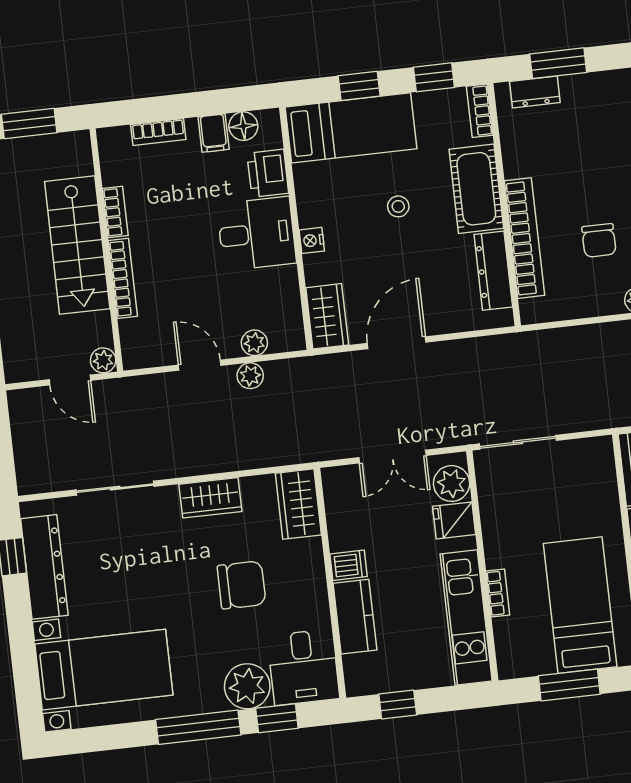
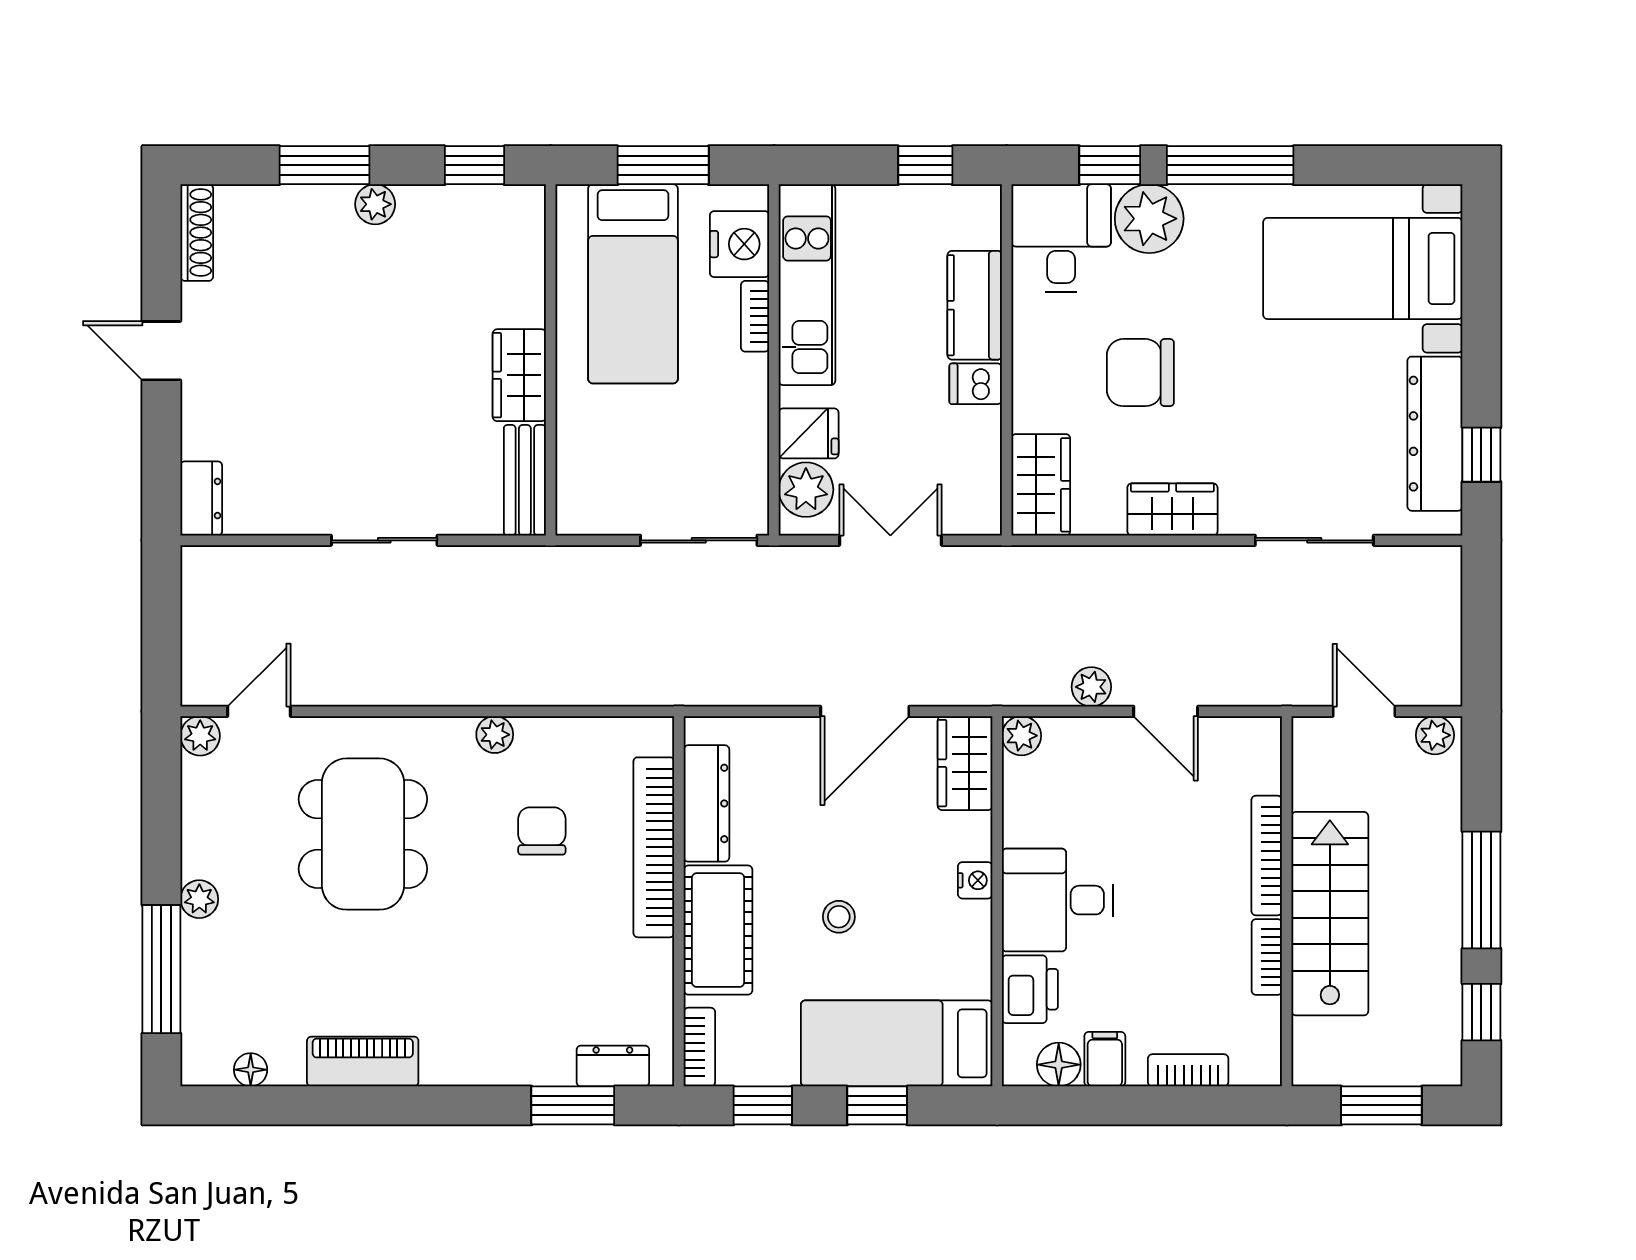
plant: (254, 343) -> (1021, 736), moved
plant: (103, 360) -> (1435, 735), moved
nightstand: (513, 639) -> (740, 244), added

